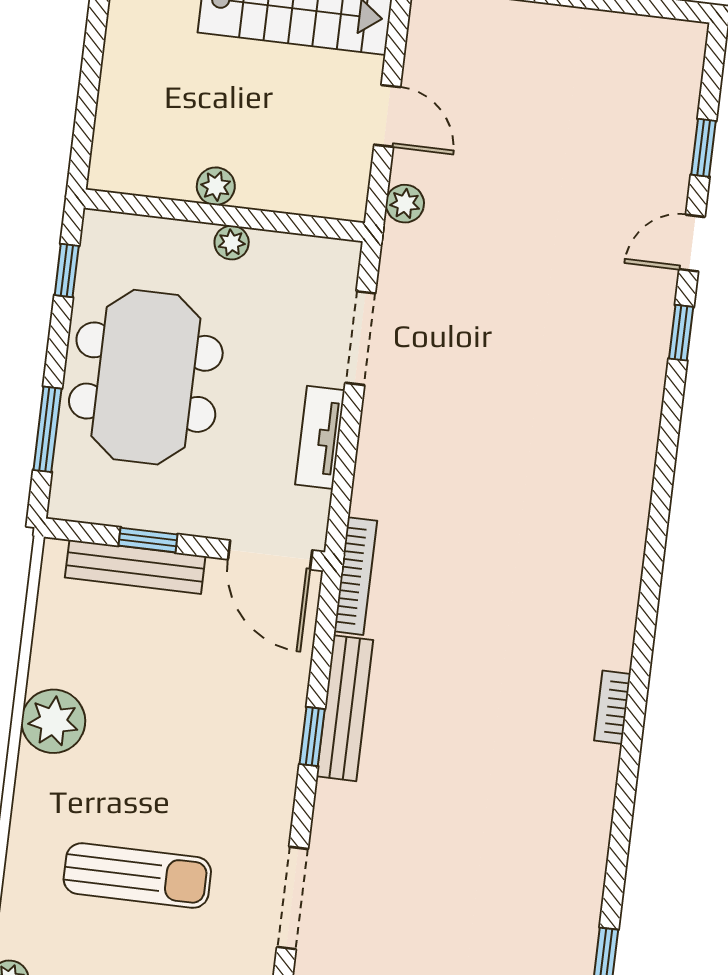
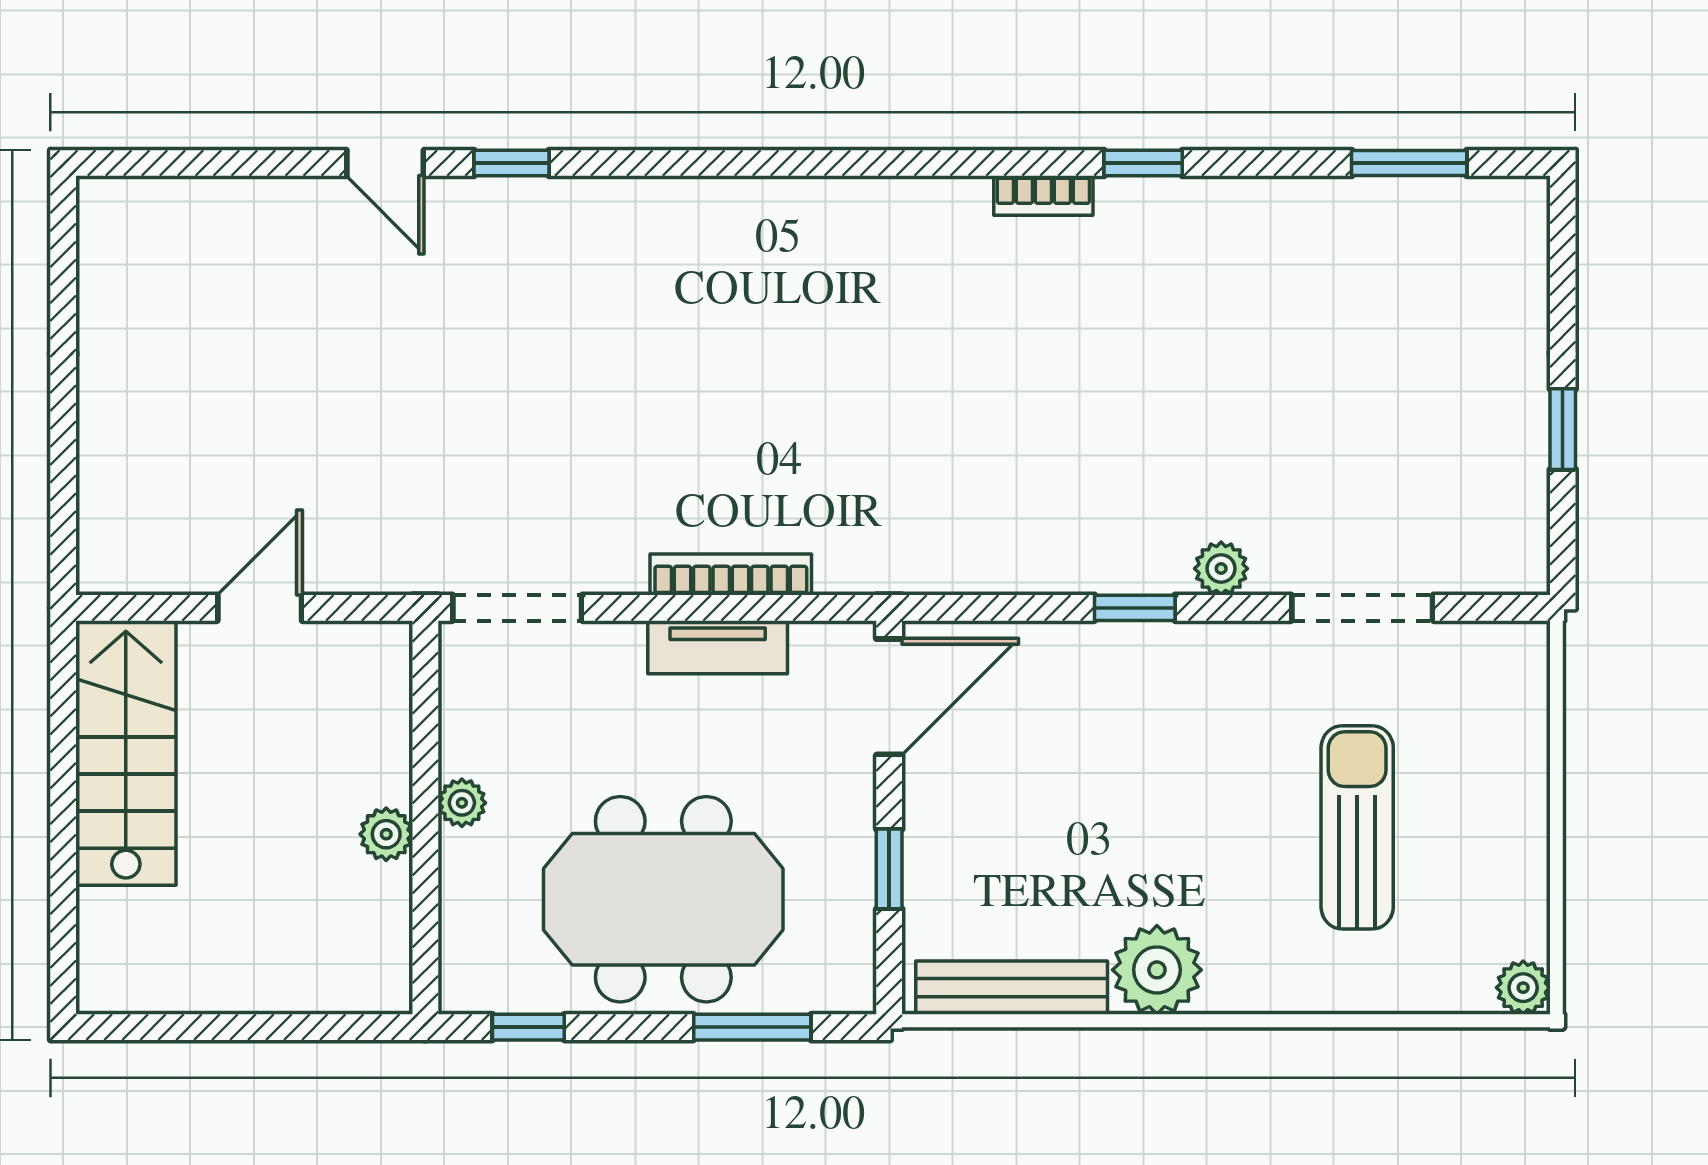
window: (704, 148) -> (1143, 163), moved
plant: (405, 204) -> (1221, 569), moved
doorway: (360, 338) -> (517, 608), moved
bench: (135, 567) -> (1012, 988), moved, turned 90
bookcase: (356, 576) -> (731, 574), moved
bench: (345, 708) -> (1090, 567), removed

